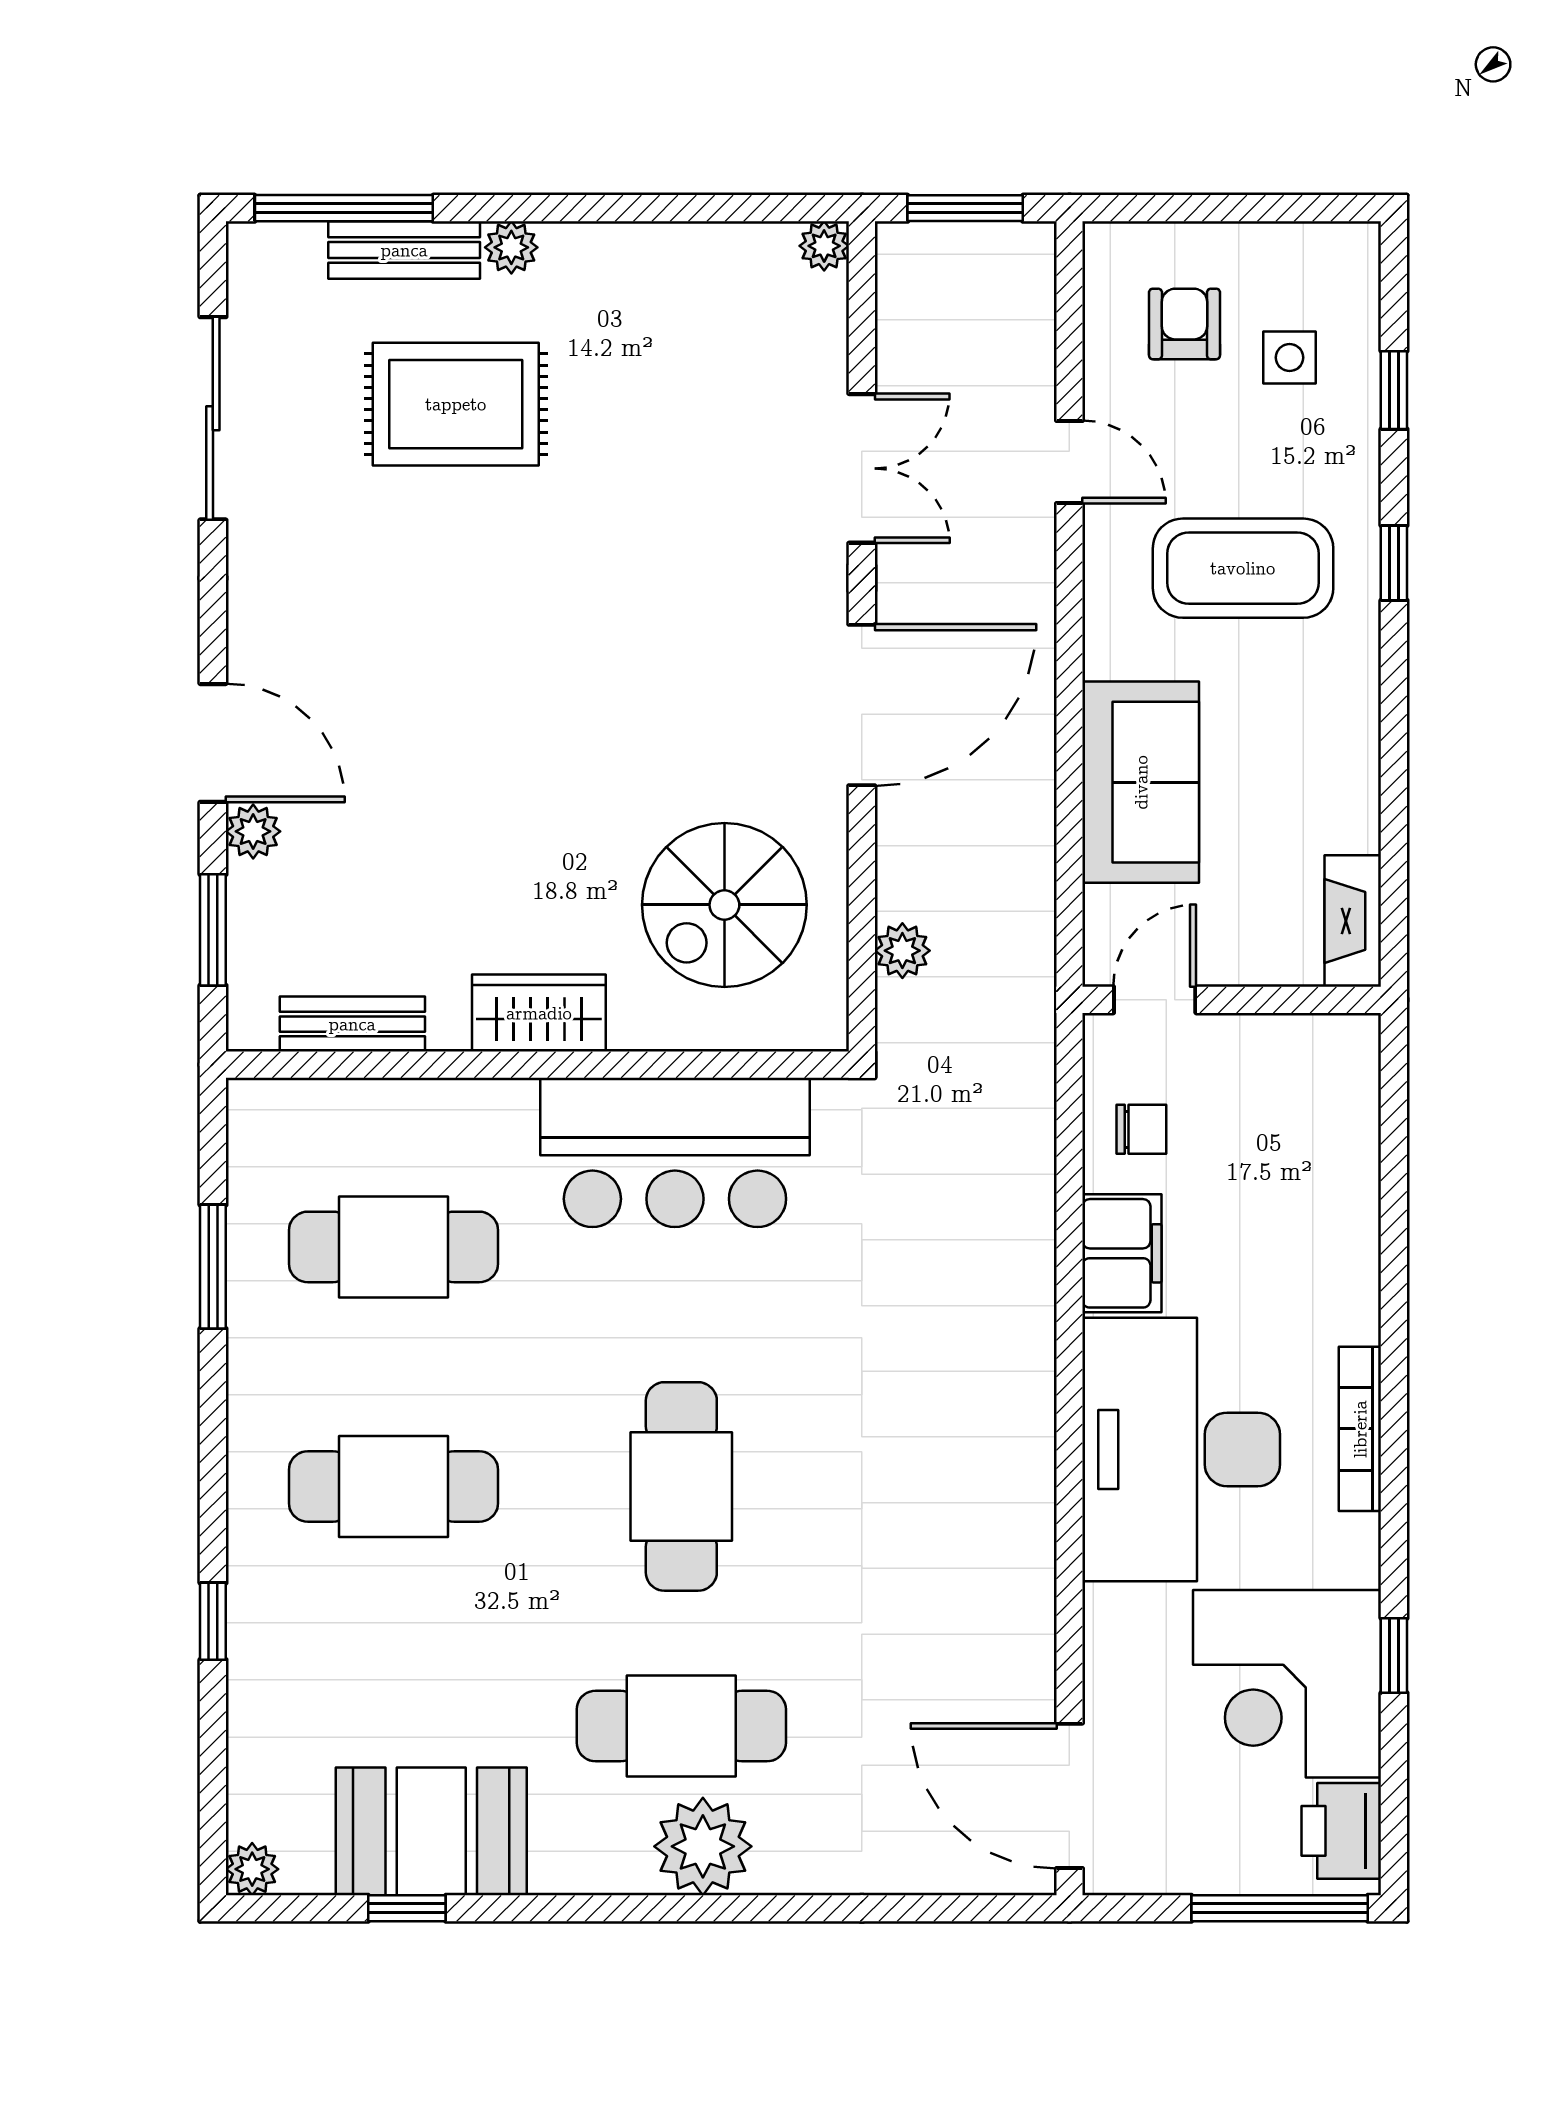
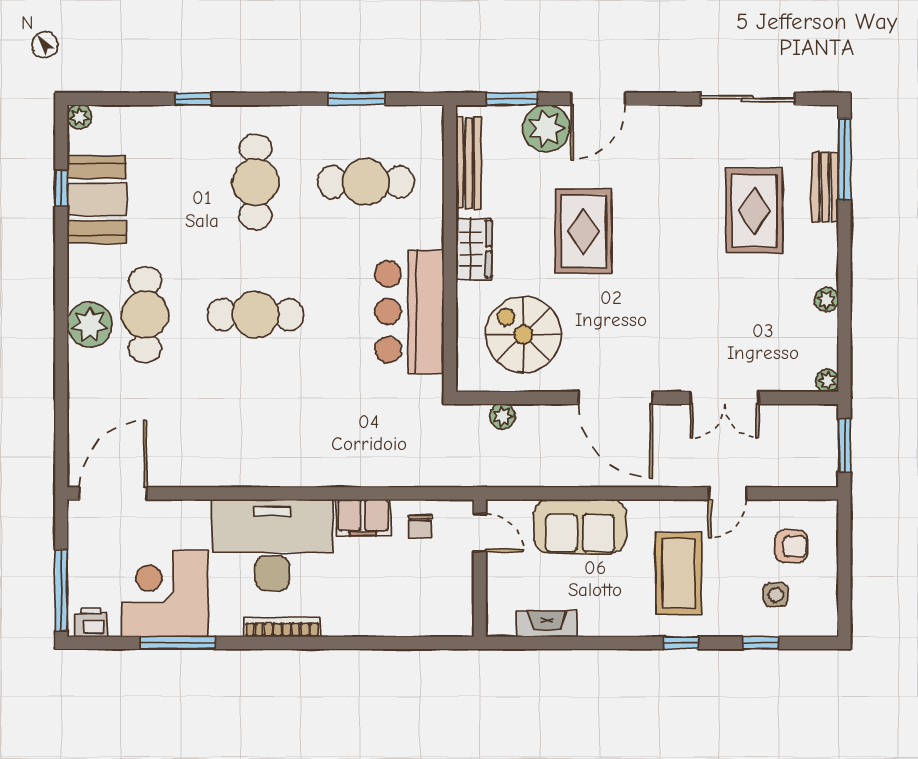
plant: (511, 247) -> (826, 300), moved
rug: (500, 775) -> (584, 231), added
plant: (253, 831) -> (546, 128), width x1.87, depth x1.87
fireplace: (1353, 921) -> (547, 624), moved
bench: (352, 1024) -> (469, 163), width x1.36
cafe table: (393, 1247) -> (366, 182), turned 90
window: (1394, 1656) -> (178, 643), width x2.17
printer: (1341, 1831) -> (91, 622), width x0.73, depth x0.81

